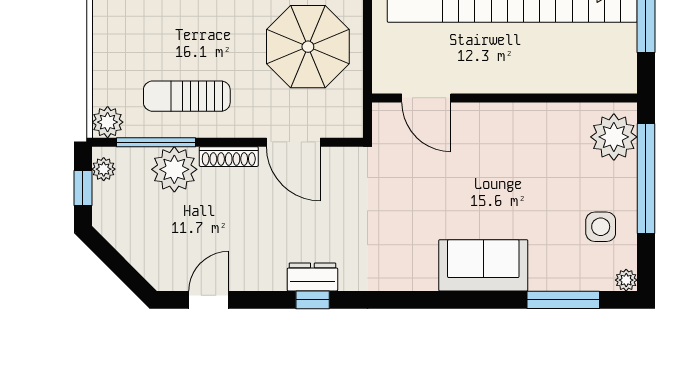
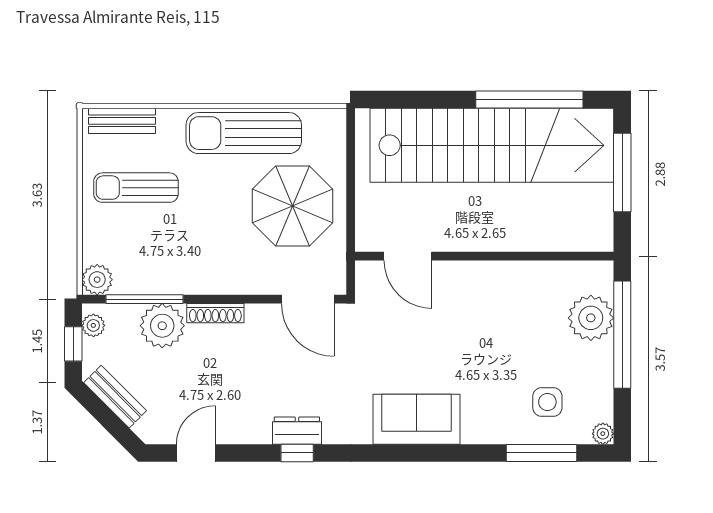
sun lounger: (187, 96) -> (136, 188), moved
plant: (614, 137) -> (591, 318), moved
door: (293, 142) -> (308, 299), moved
side table: (601, 227) -> (547, 402), moved
bench: (126, 242) -> (115, 397), added
sofa: (483, 265) -> (416, 419), moved

